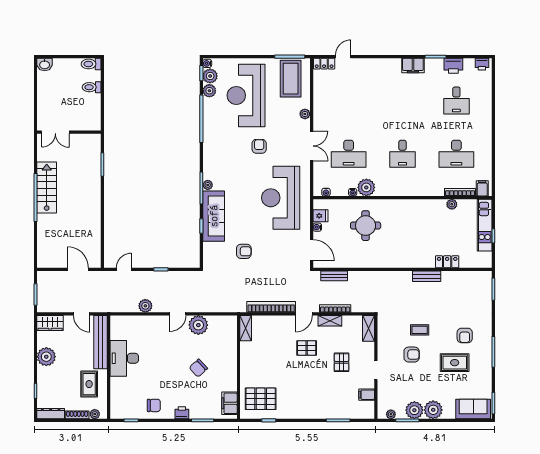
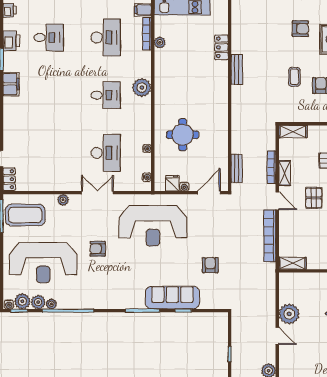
plant: (208, 185) -> (51, 304), moved
plant: (366, 187) -> (142, 88), moved

